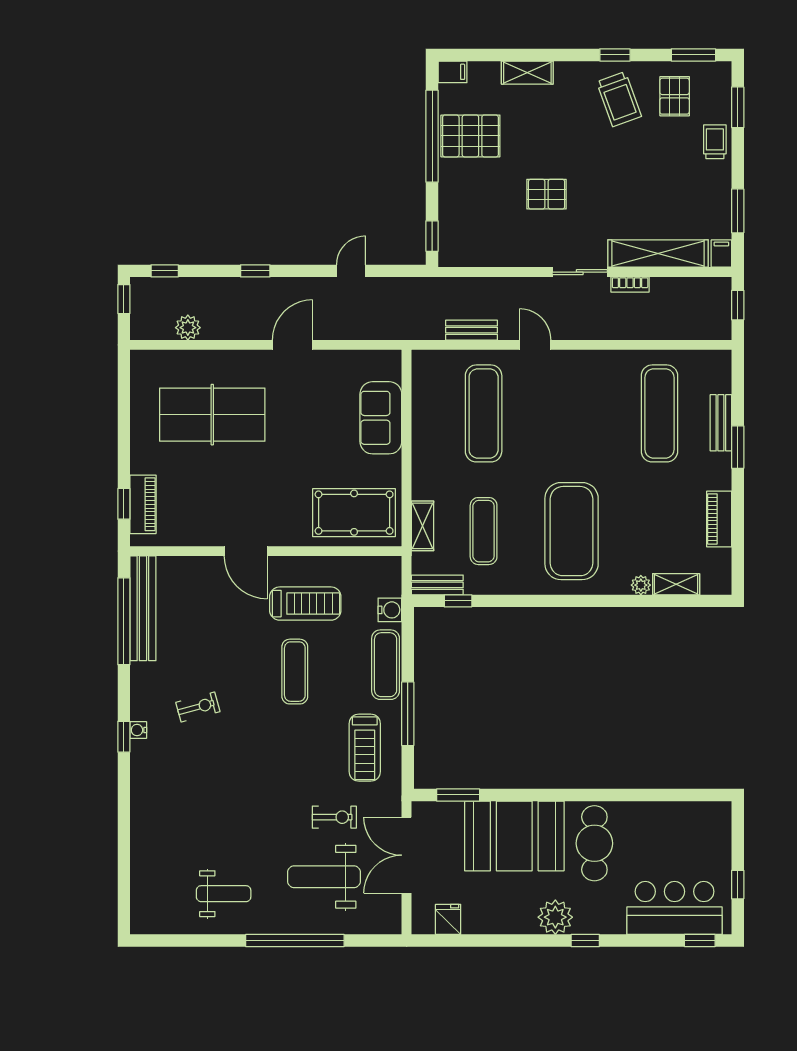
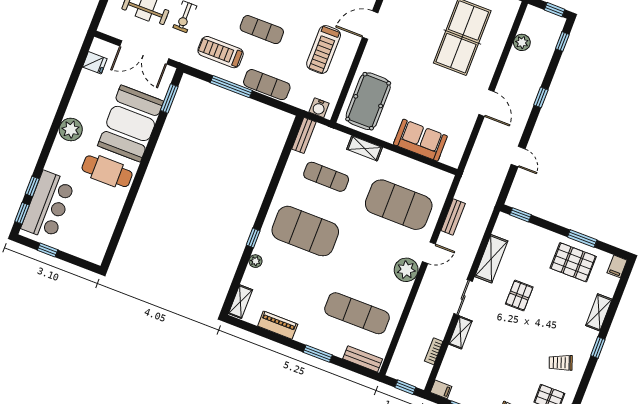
window: (615, 55) -> (598, 347), moved
trolley: (619, 99) -> (561, 363), width x0.73, depth x0.72
window: (432, 136) -> (582, 239), width x0.47
pallet: (470, 136) -> (573, 262), turned 90
shelving: (510, 254) -> (491, 259), added
shelving: (658, 254) -> (460, 333), width x0.45, depth x0.75
bookcase: (630, 285) -> (434, 351), moved
plant: (571, 368) -> (406, 270), added
exercise mat: (484, 413) -> (399, 205), width x1.47
bench: (721, 423) -> (363, 359), moved
shelving: (423, 526) -> (365, 148), moved
shelving: (676, 584) -> (240, 302), moved
window: (458, 601) -> (253, 238), moved
water cooler: (390, 610) -> (319, 108), moved
exercise mat: (295, 672) -> (262, 30), moved
double door: (407, 855) -> (144, 52), swing flipped
window: (585, 941) -> (32, 186), moved

